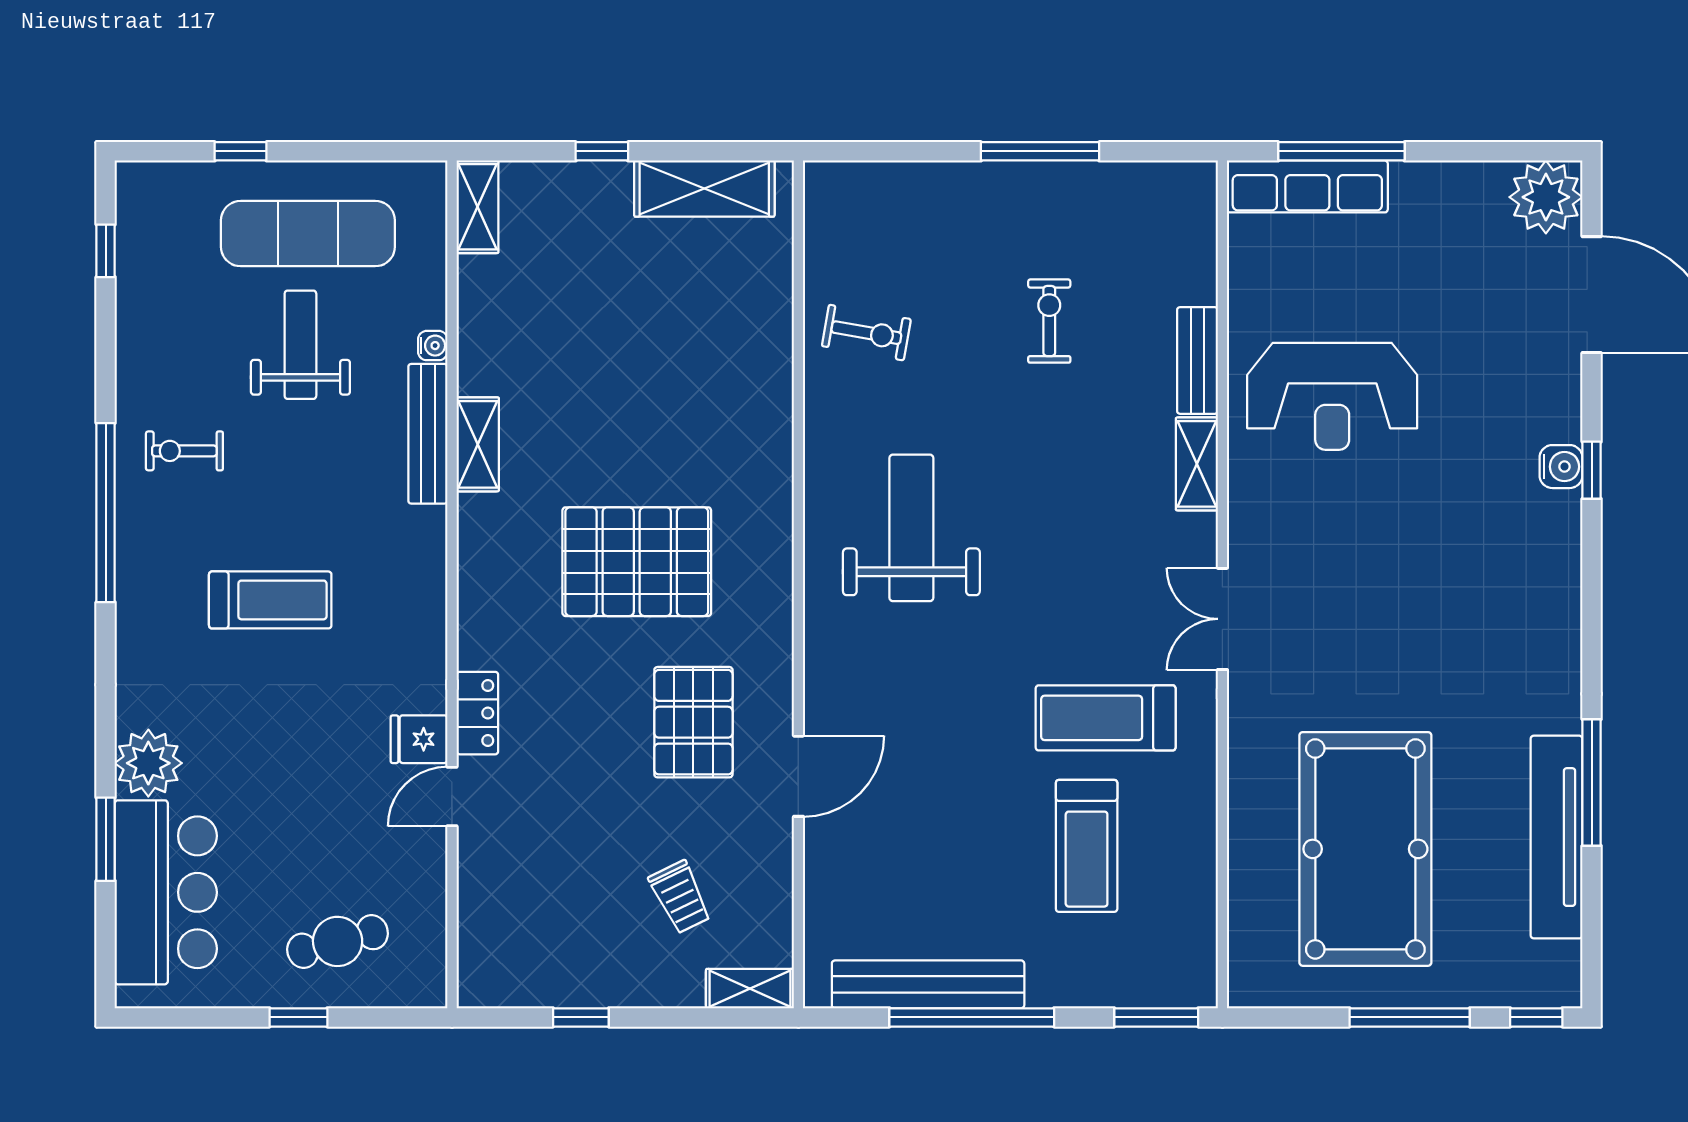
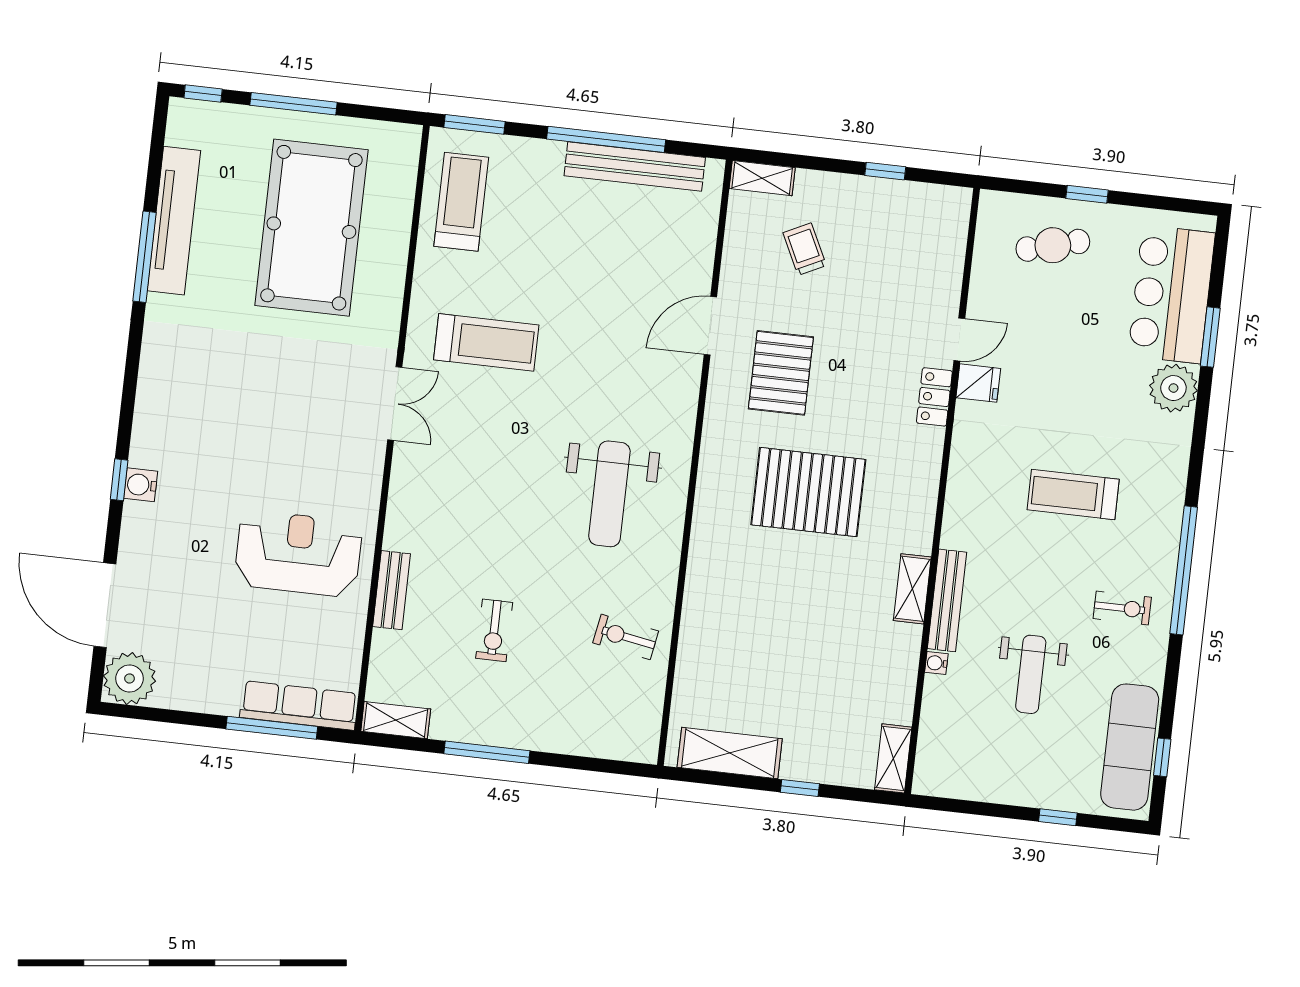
exercise mat: (308, 234) -> (1130, 747), moved, turned 90
shelving: (1197, 464) -> (396, 720), moved, turned 90
treadmill: (1087, 846) -> (461, 202), moved

